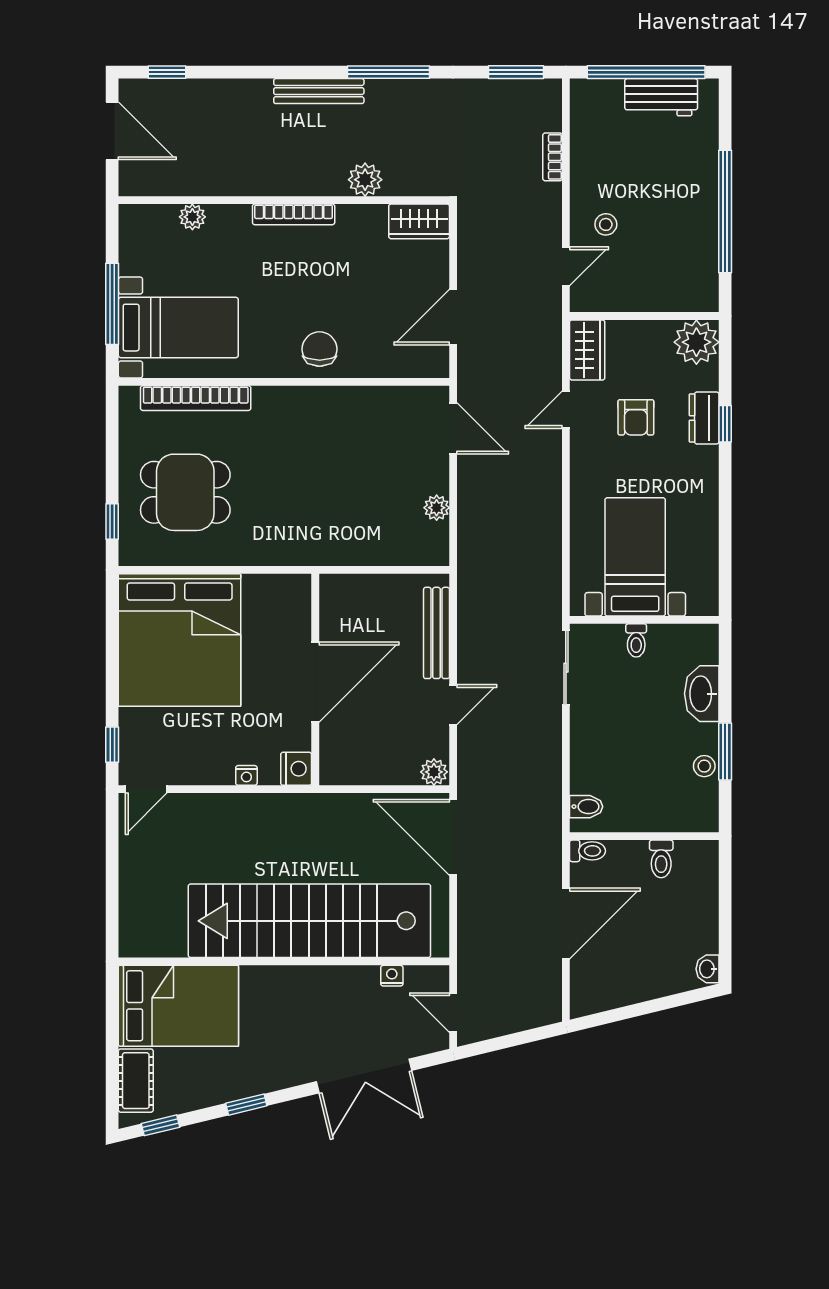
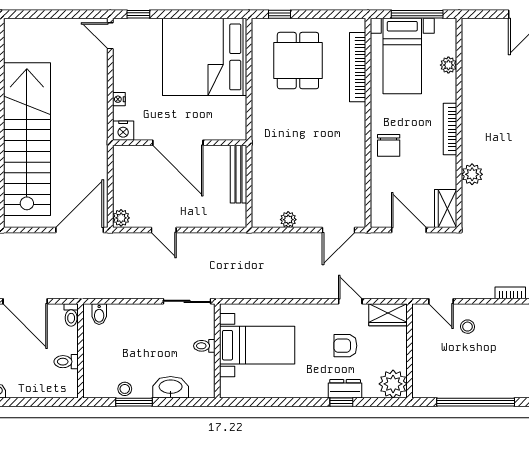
plant: (365, 180) -> (472, 174), moved
wall: (284, 200) -> (459, 123), moved
bookcase: (294, 214) -> (450, 129), moved
plant: (192, 217) -> (448, 65), moved
wardrobe: (419, 221) -> (446, 208), moved
chair: (320, 349) -> (389, 145), turned 90
bench: (437, 633) -> (238, 174), moved, turned 90

